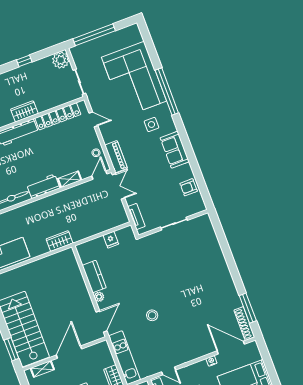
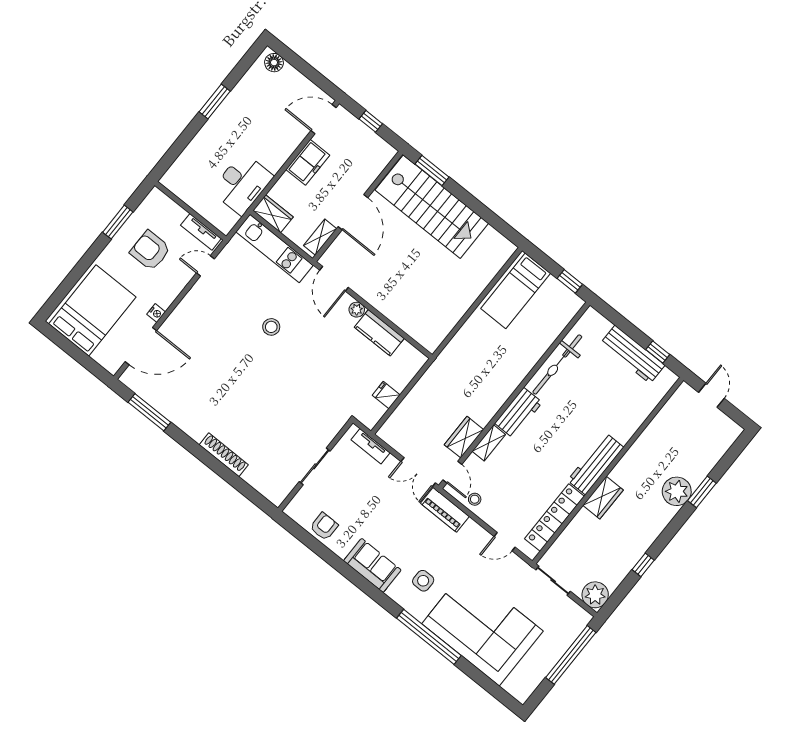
wardrobe: (60, 241) -> (464, 437), moved, turned 180
shoe rack: (244, 324) -> (224, 455), moved
shelving: (42, 369) -> (320, 237), moved

